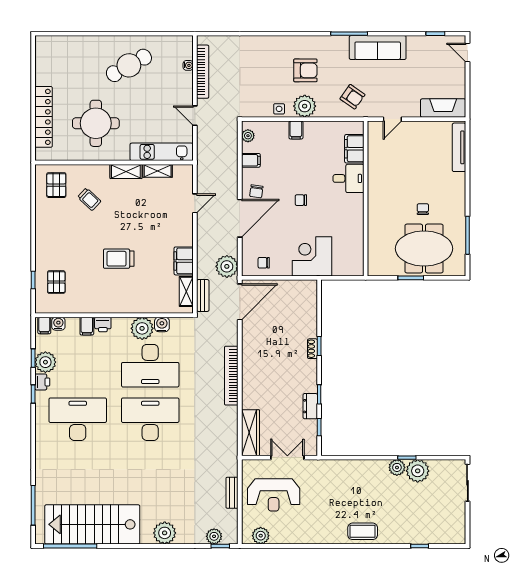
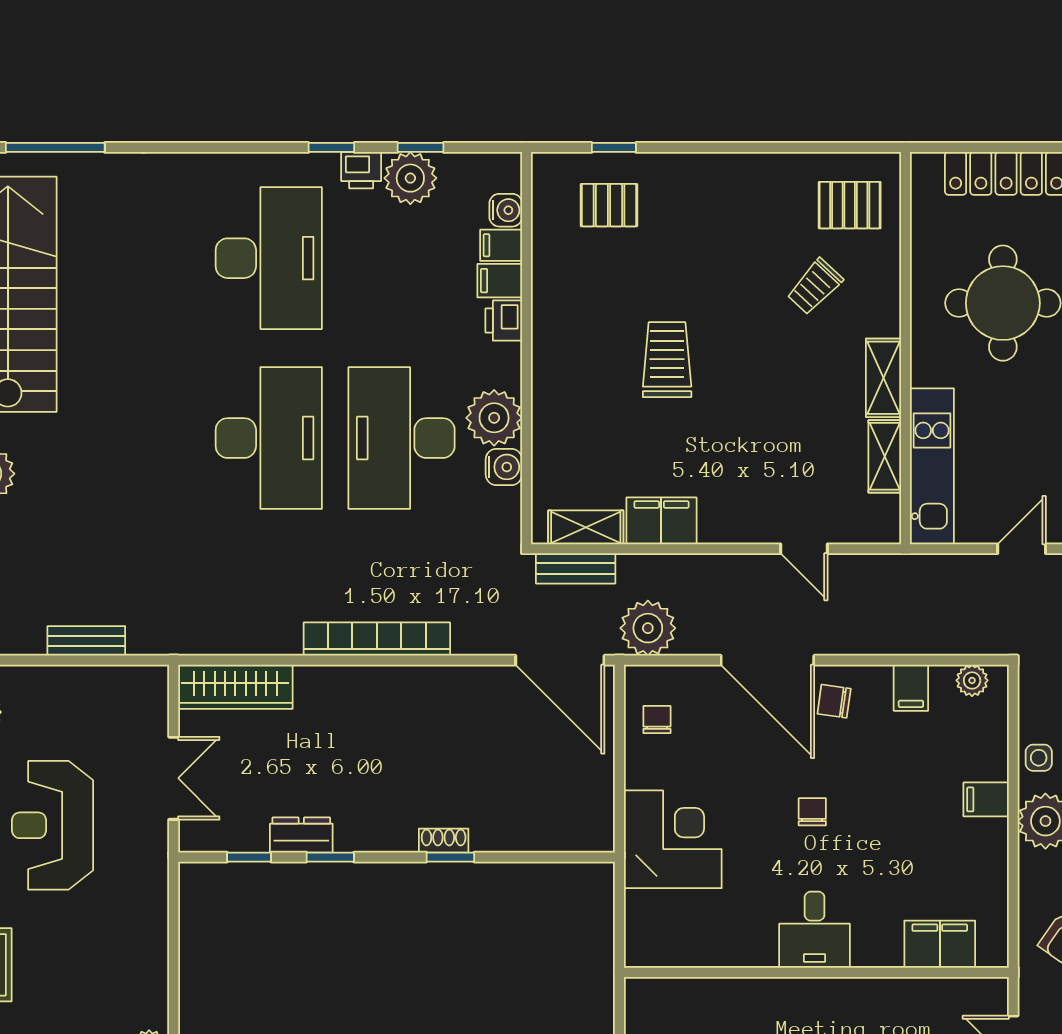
desk: (348, 178) -> (815, 930), moved
filing cabinet: (44, 326) -> (501, 245), moved
reception desk: (274, 495) -> (53, 825), moved

